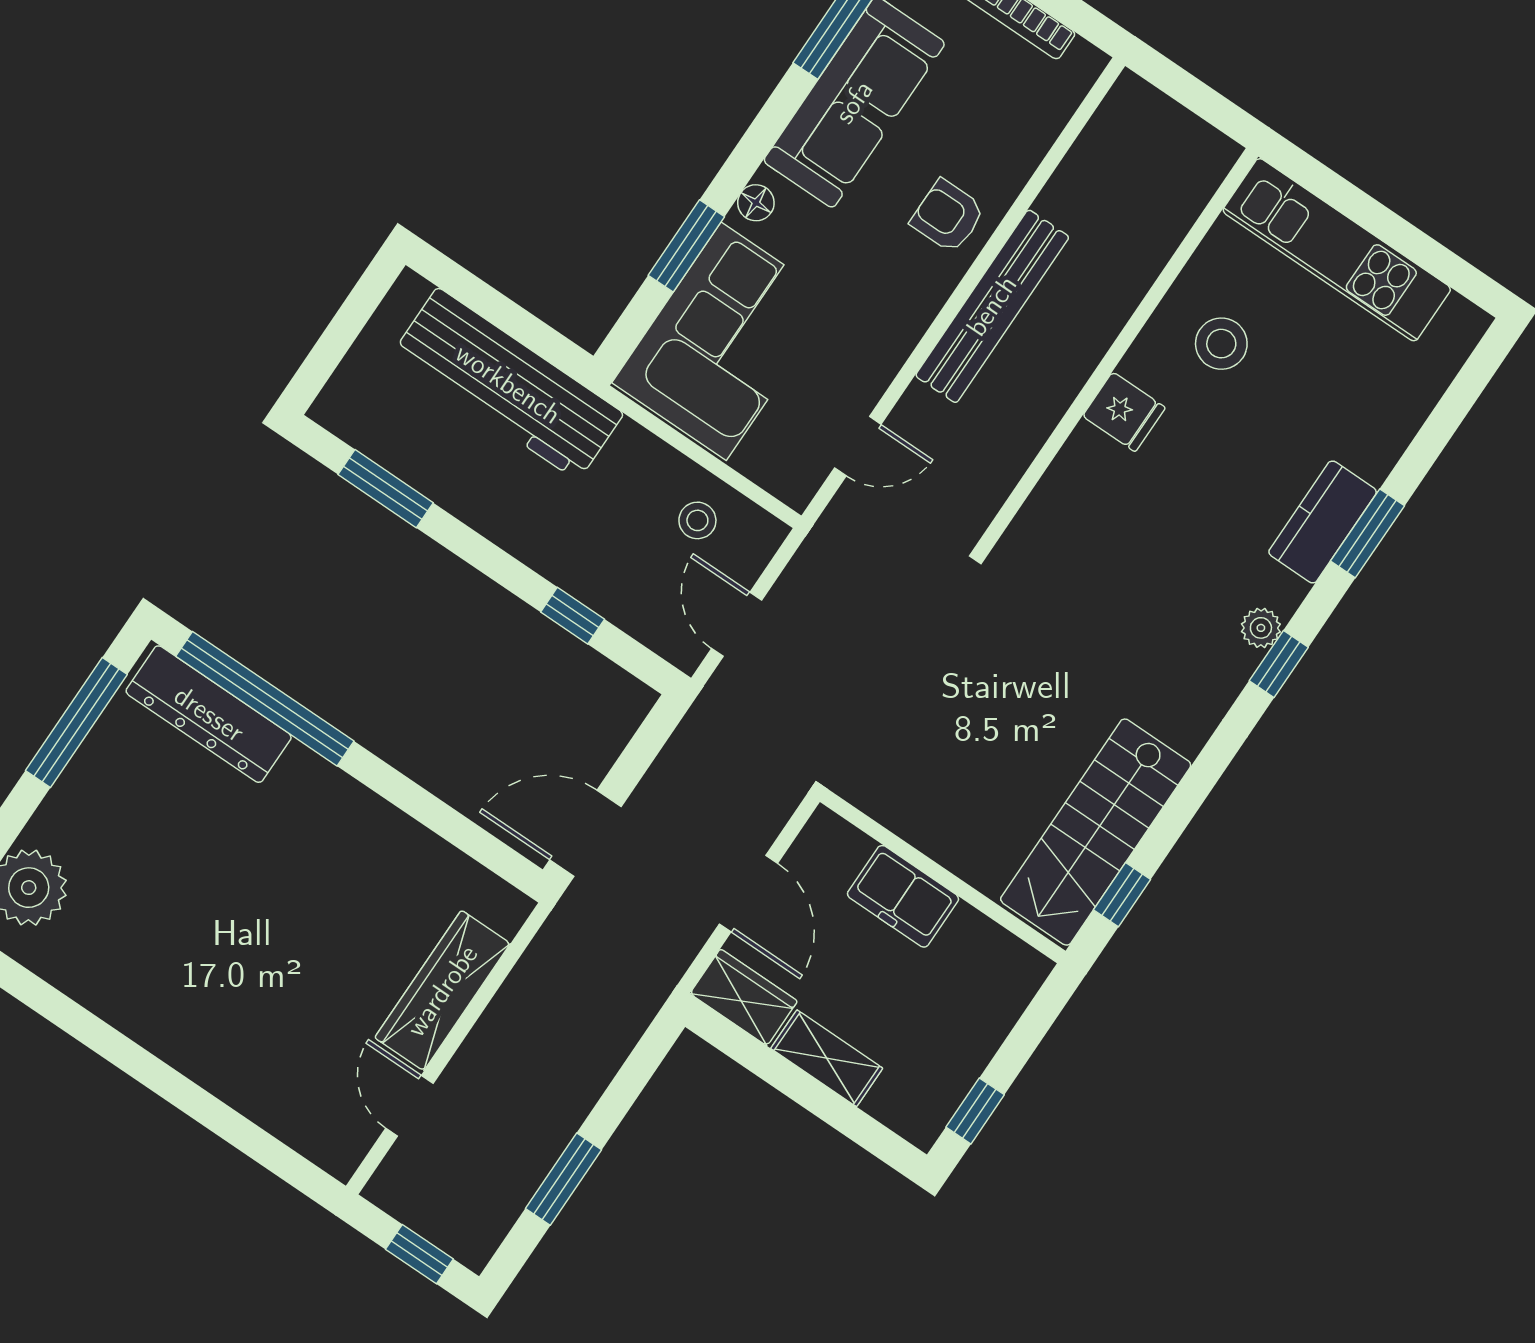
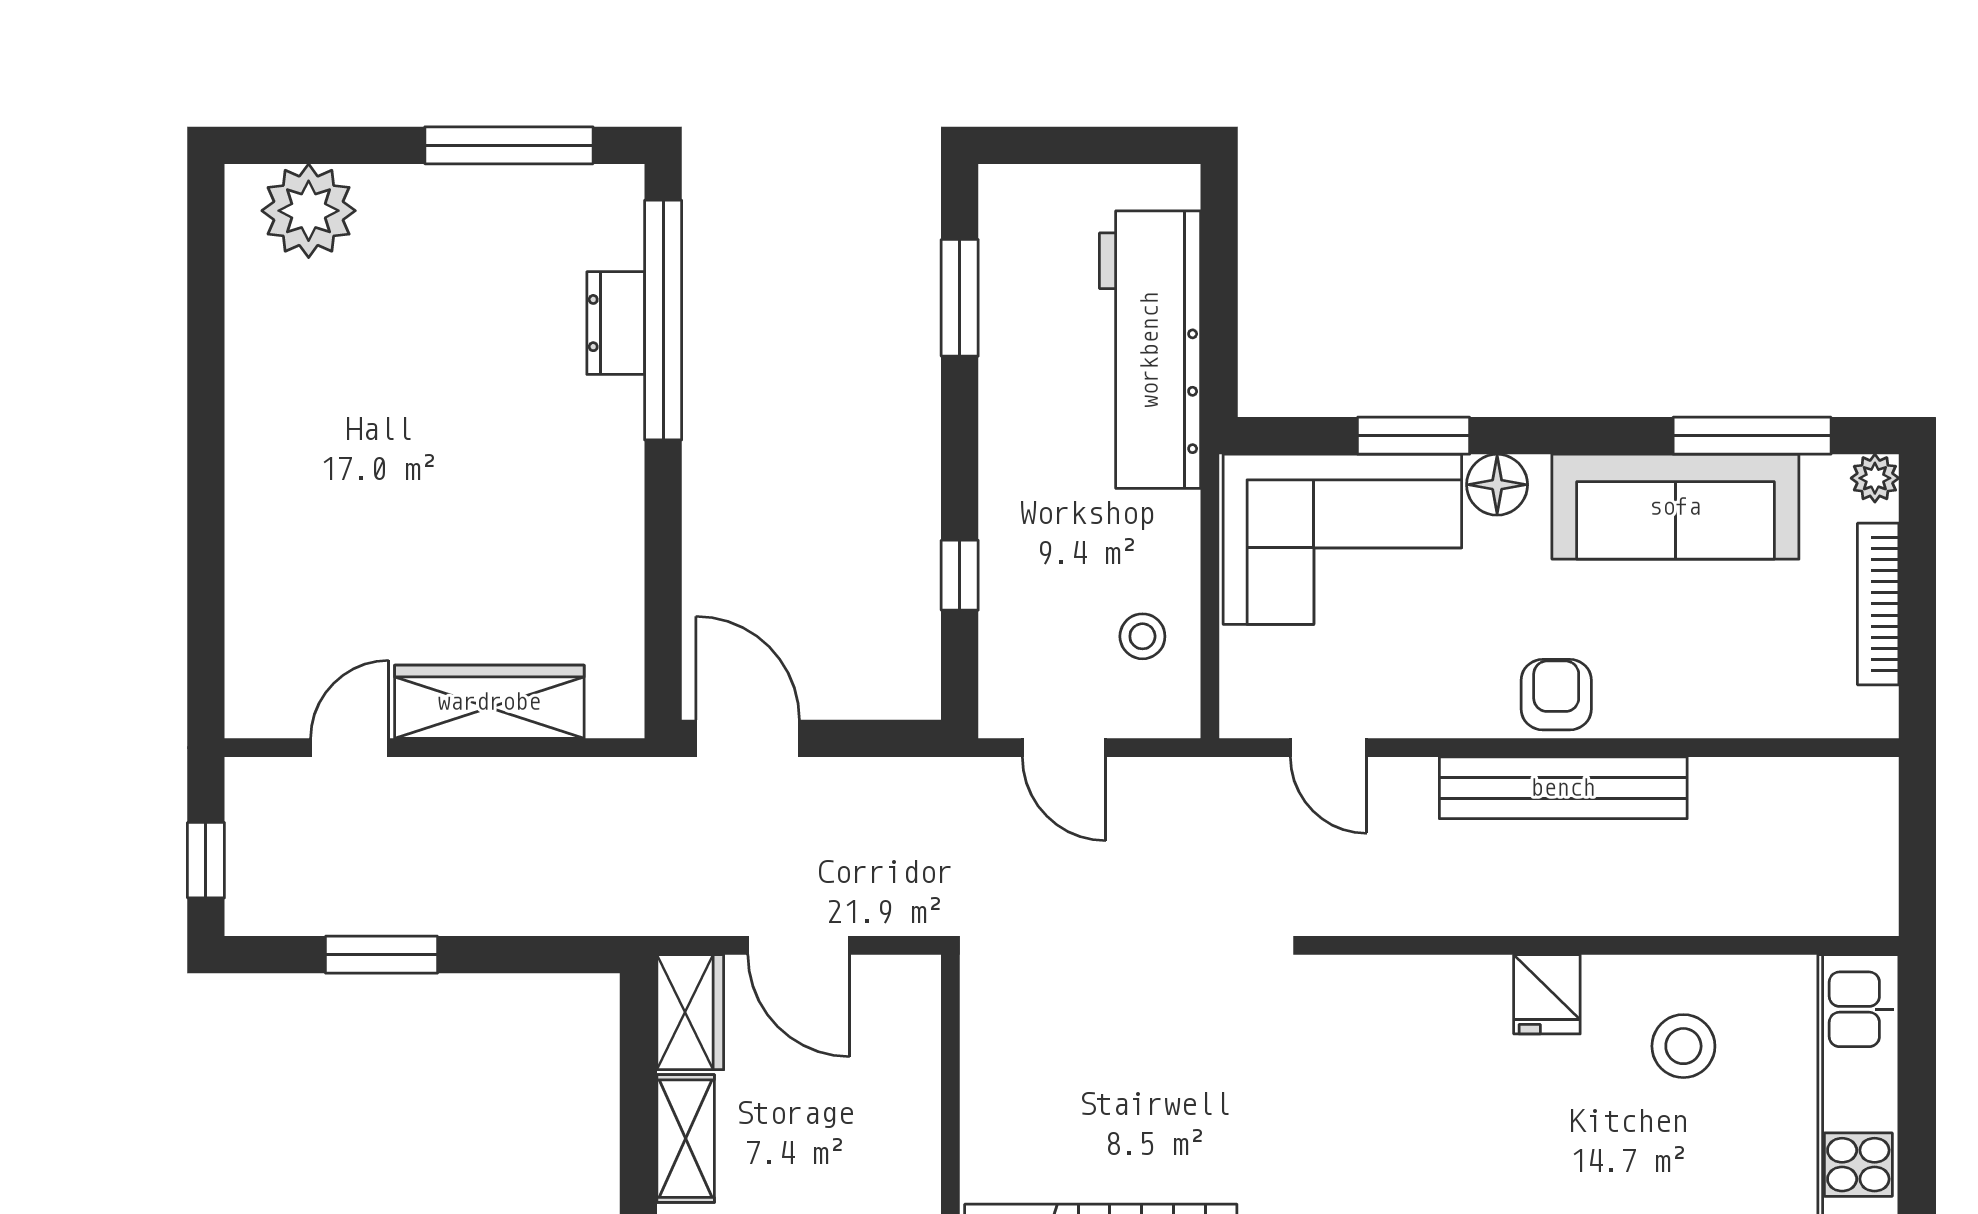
floor lamp: (756, 203) -> (1497, 485), width x1.37, depth x1.37
armchair: (948, 216) -> (1556, 695), moved
door: (737, 624) -> (1064, 748), swing flipped
dresser: (209, 714) -> (616, 323), width x0.51, depth x0.80
door: (748, 894) -> (799, 945), hinge flipped
freezer: (903, 896) -> (903, 1104), removed

